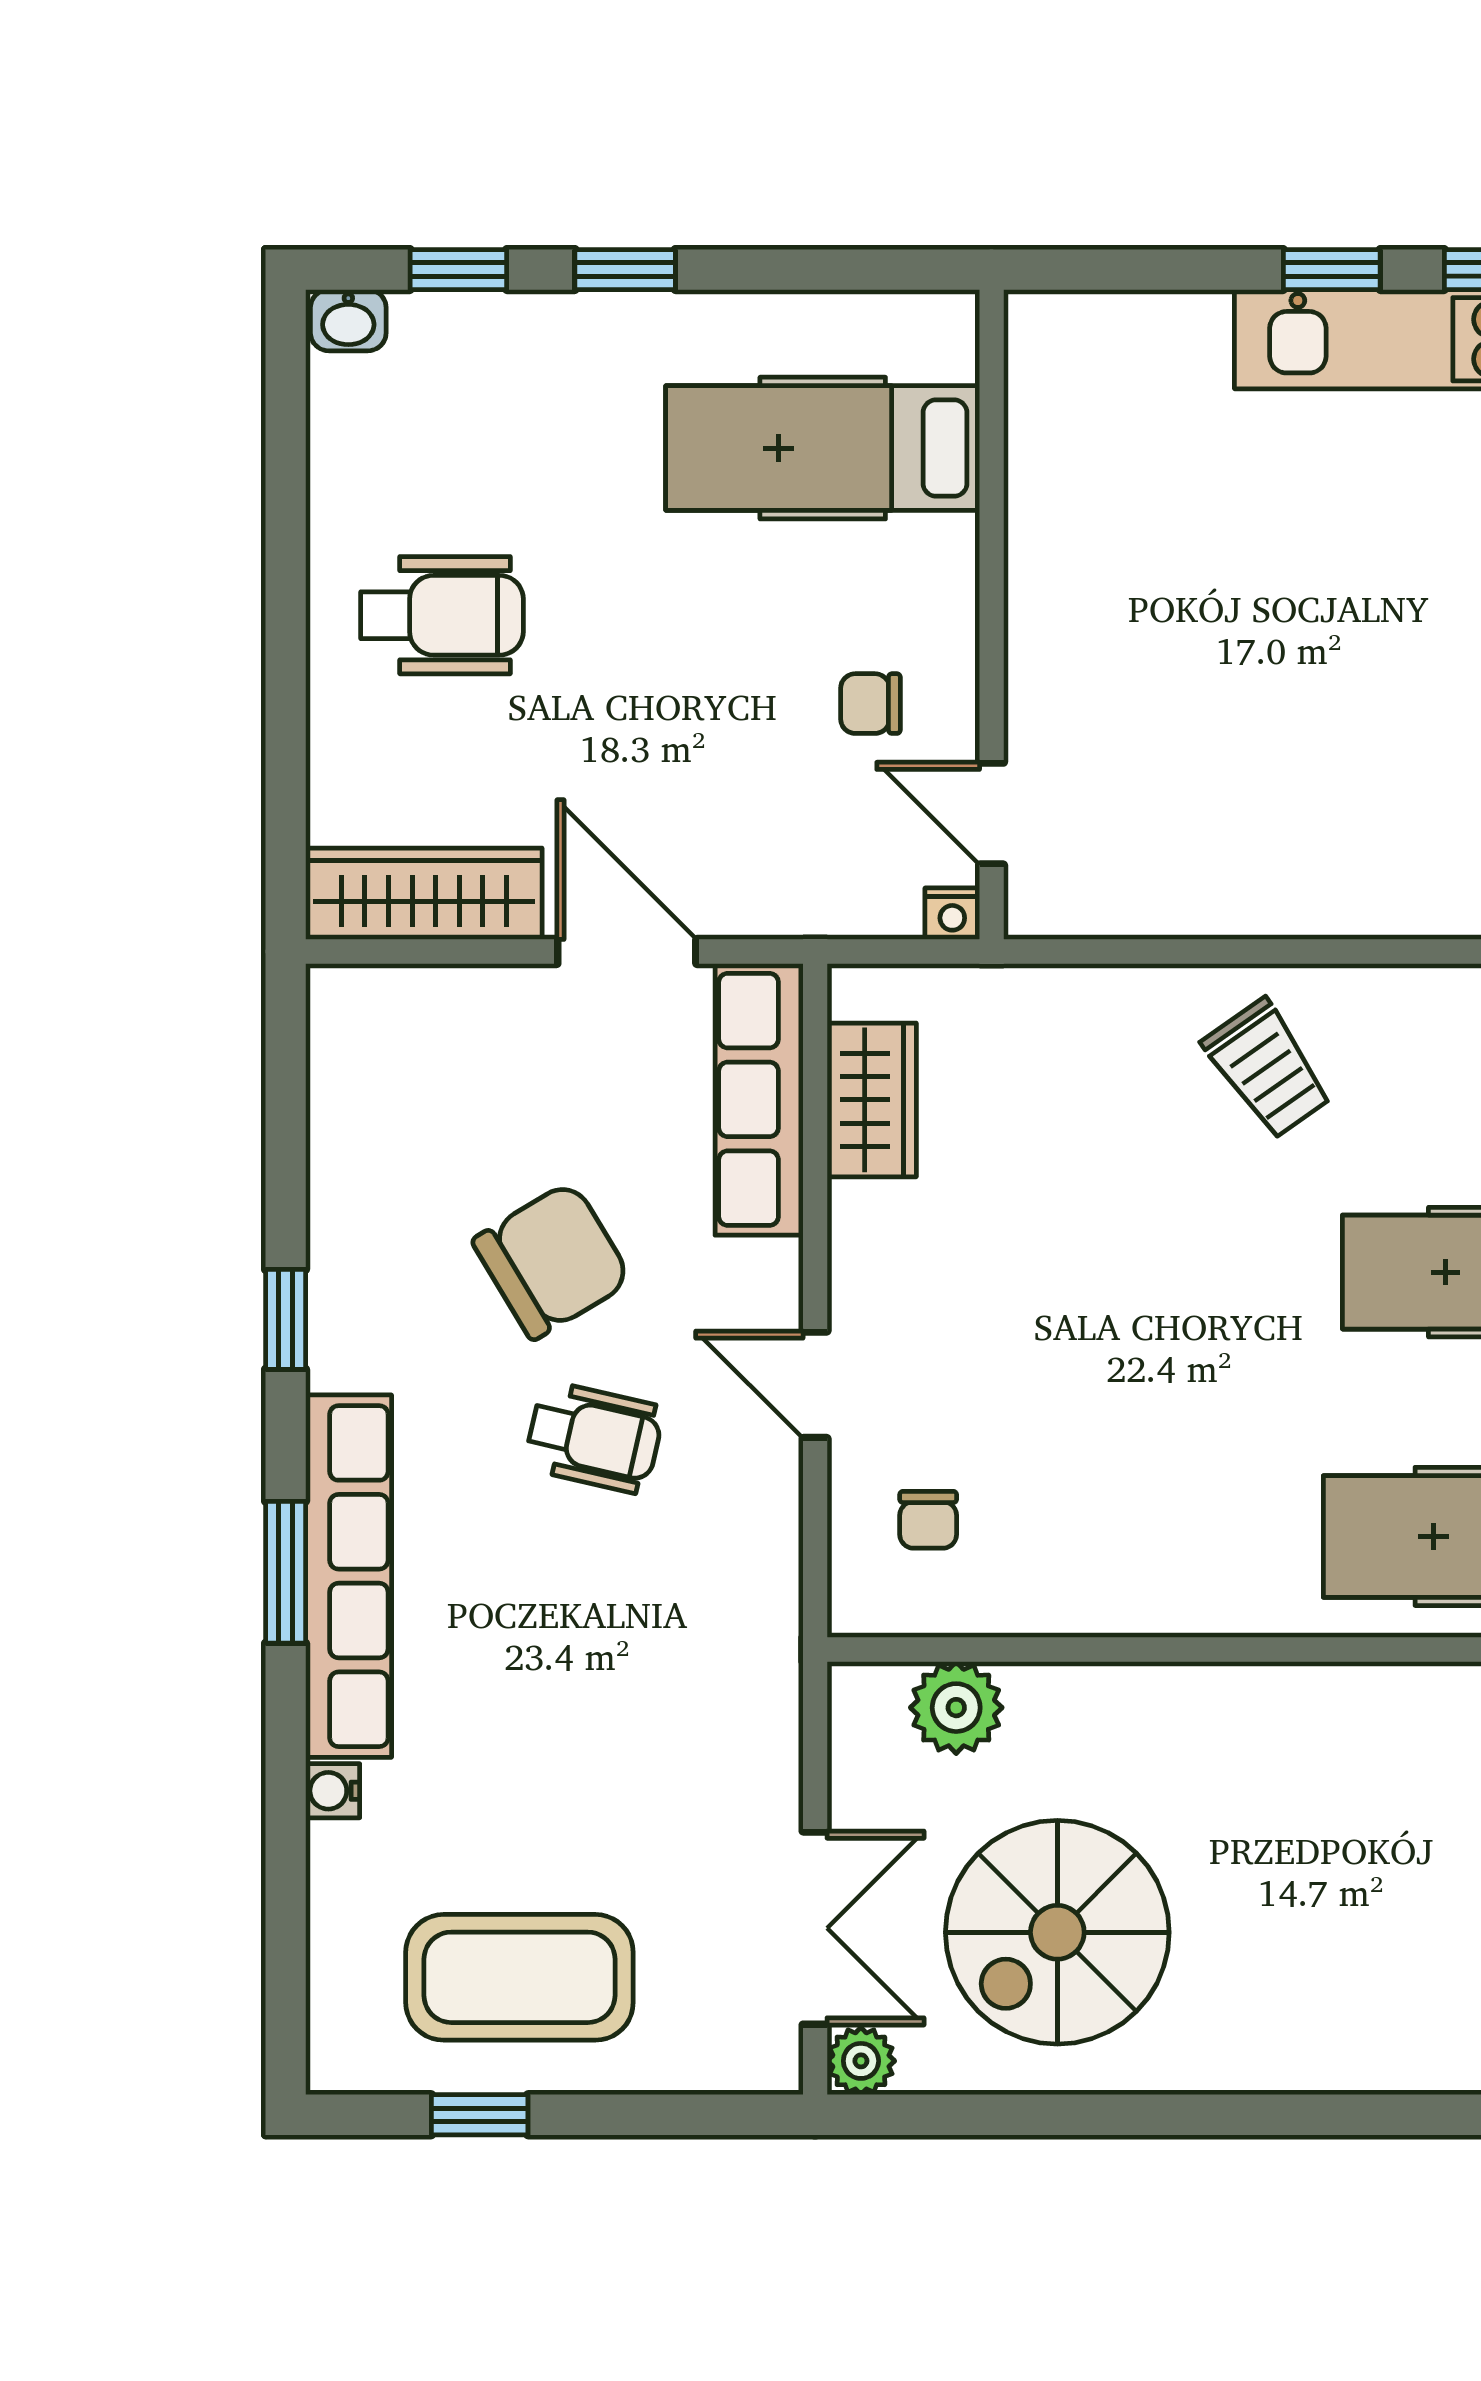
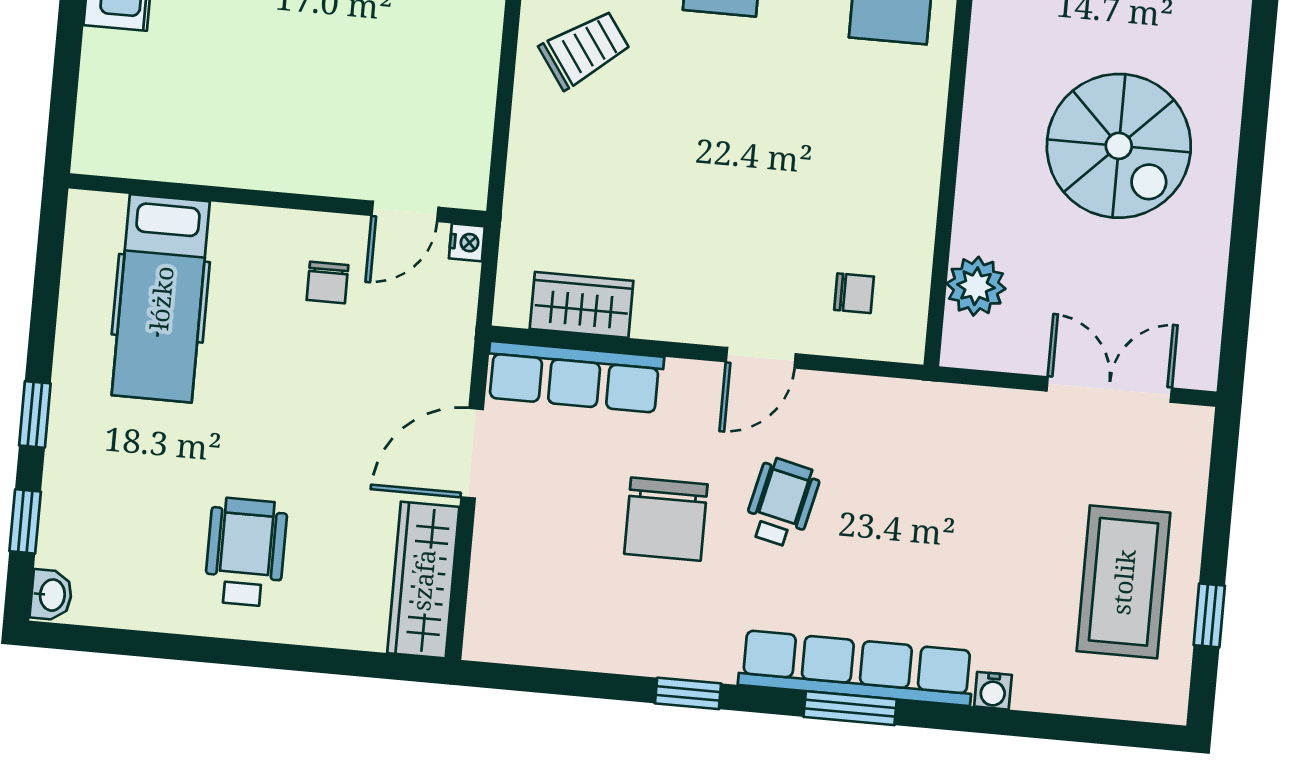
chair: (552, 1260) -> (666, 519), turned -149
spiral stairs: (1057, 1932) -> (1119, 146), moved
plant: (861, 2061) -> (1197, 368), removed

